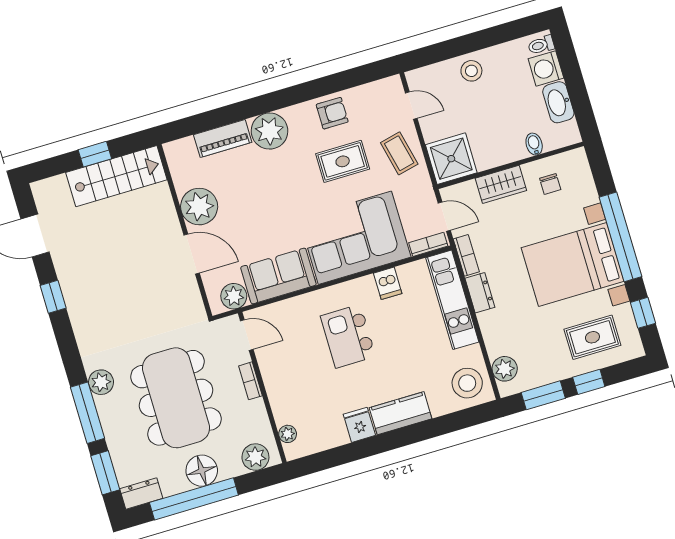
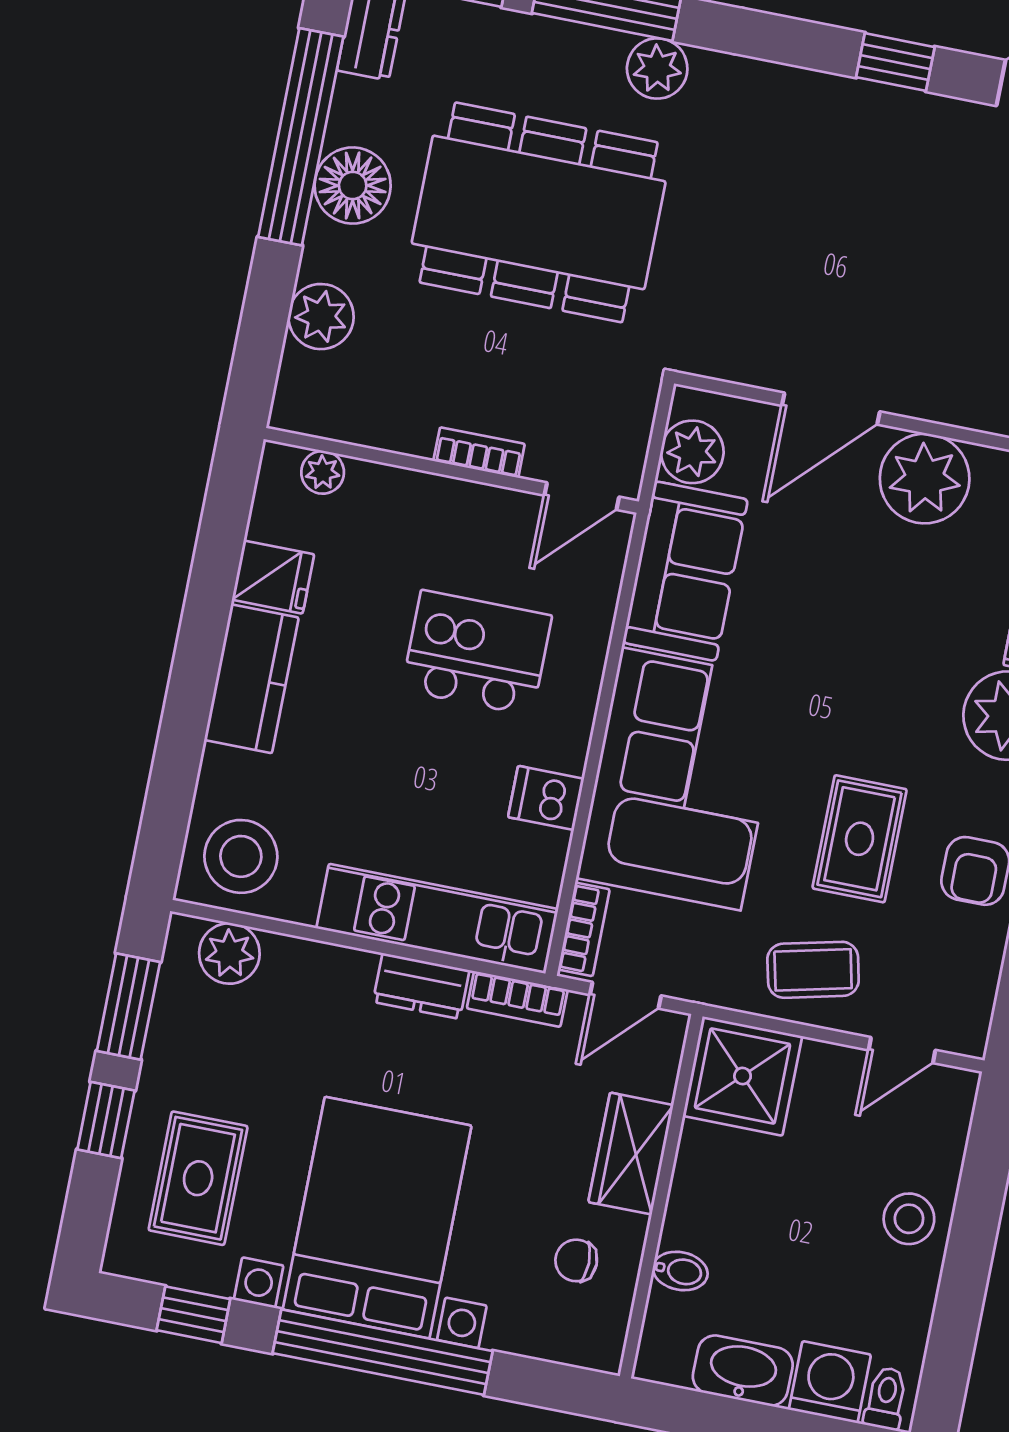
door: (247, 335) -> (582, 496), moved
bookcase: (250, 381) -> (479, 452), moved
wall: (262, 387) -> (451, 470), moved
plant: (288, 434) -> (323, 472), moved

